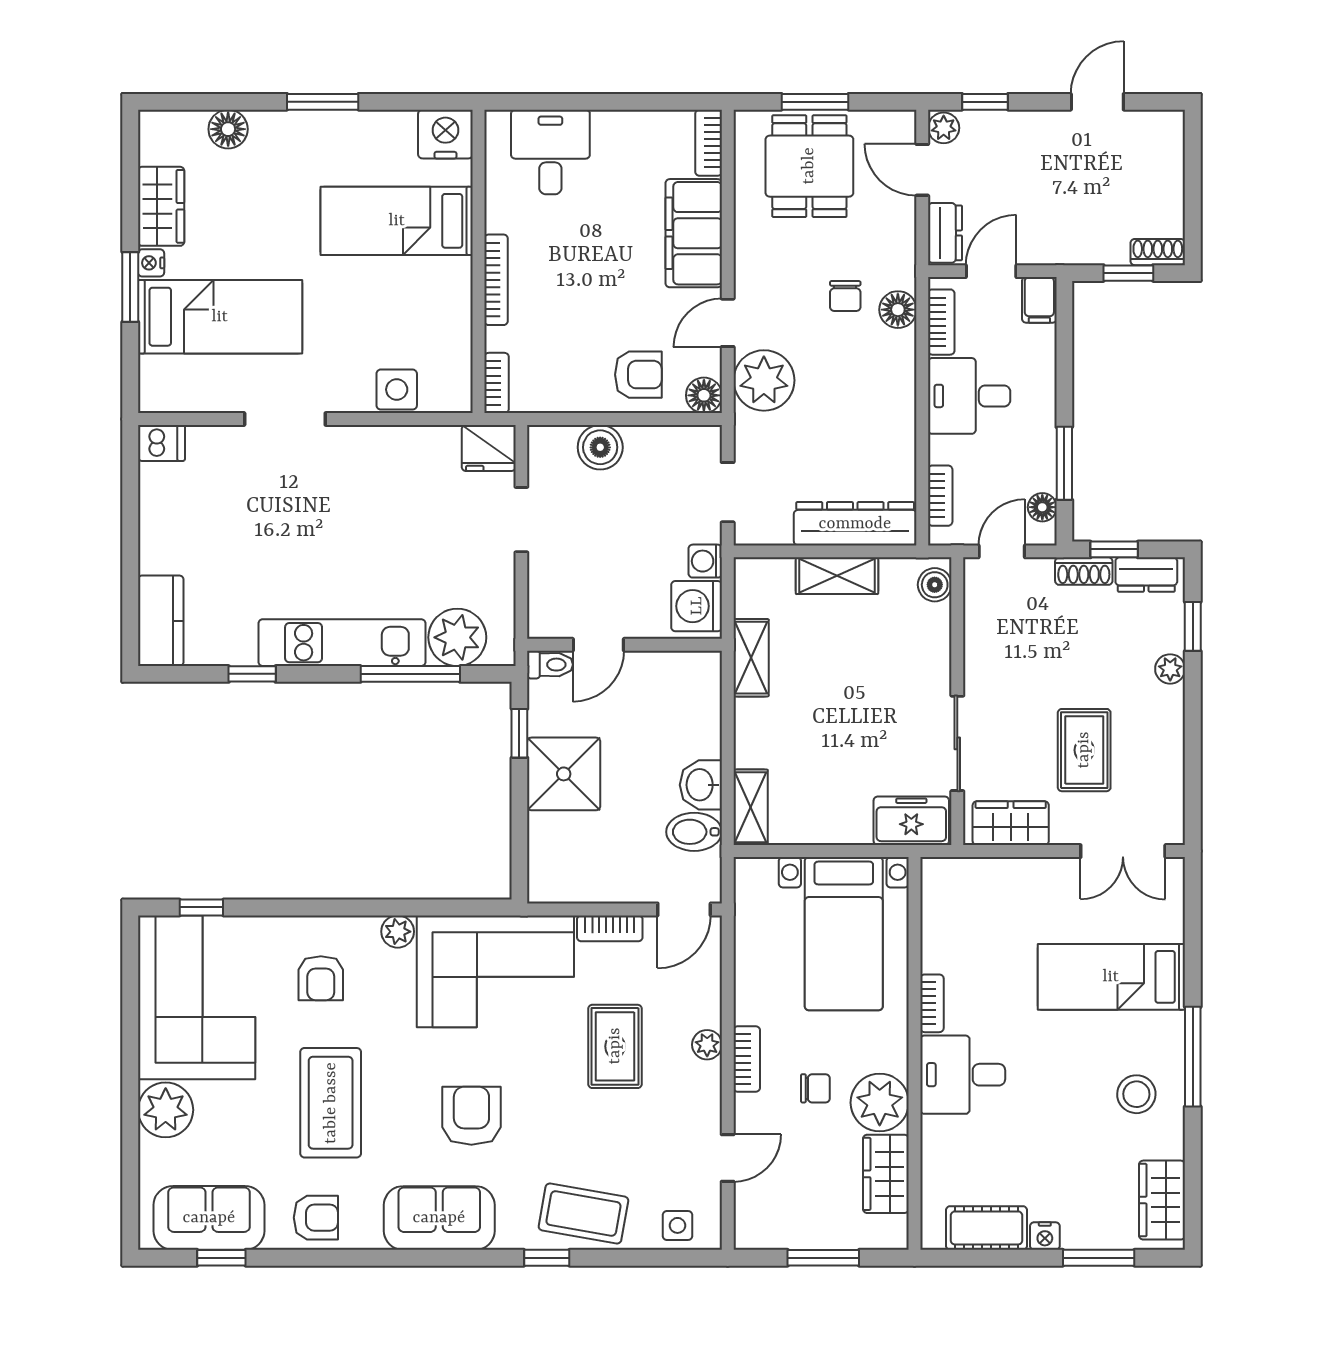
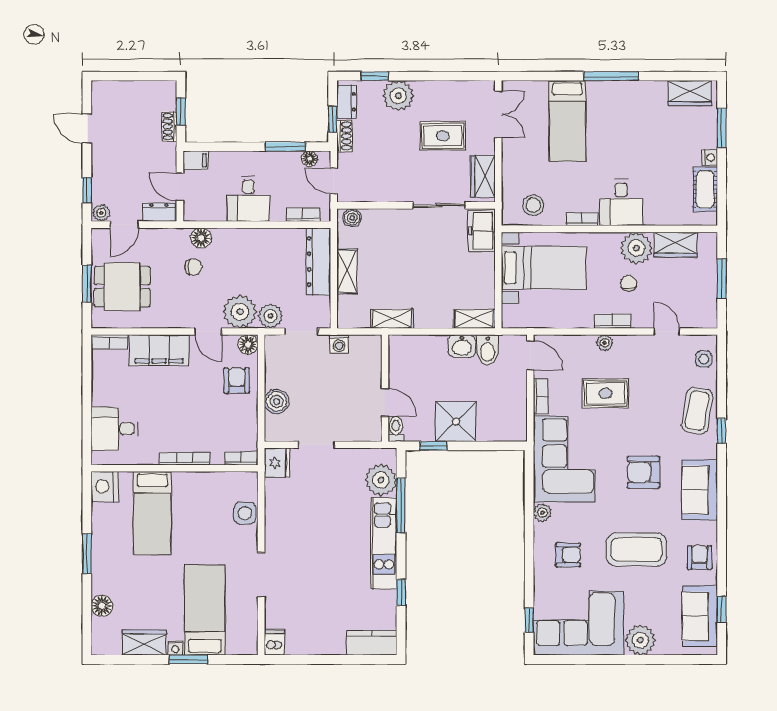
shoe rack: (1158, 252) -> (169, 127), moved
bookcase: (941, 322) -> (208, 214), removed
plant: (756, 436) -> (271, 316), added
washing machine: (697, 606) -> (364, 349), removed
plant: (1170, 669) -> (398, 96), width x1.88, depth x1.88
stool: (1136, 1094) -> (533, 205), moved

